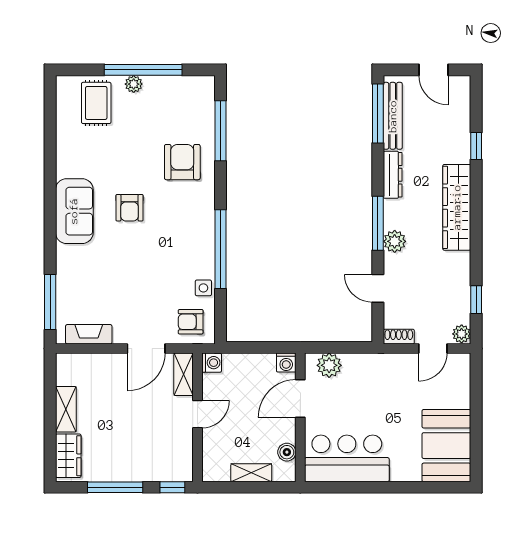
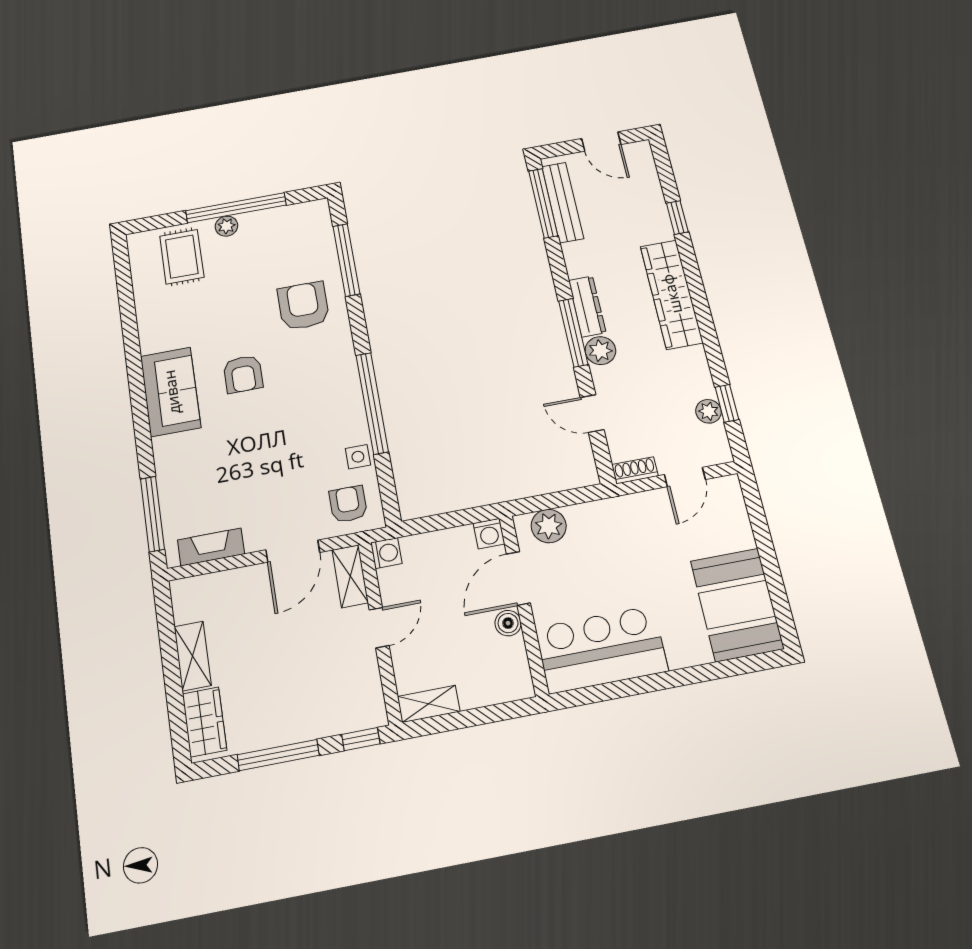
dresser: (393, 175) -> (587, 306), moved
armchair: (191, 322) -> (348, 504), turned 90
plant: (462, 334) -> (708, 411), moved
boiler: (287, 452) -> (508, 623), moved
shelving: (251, 473) -> (429, 704), moved

